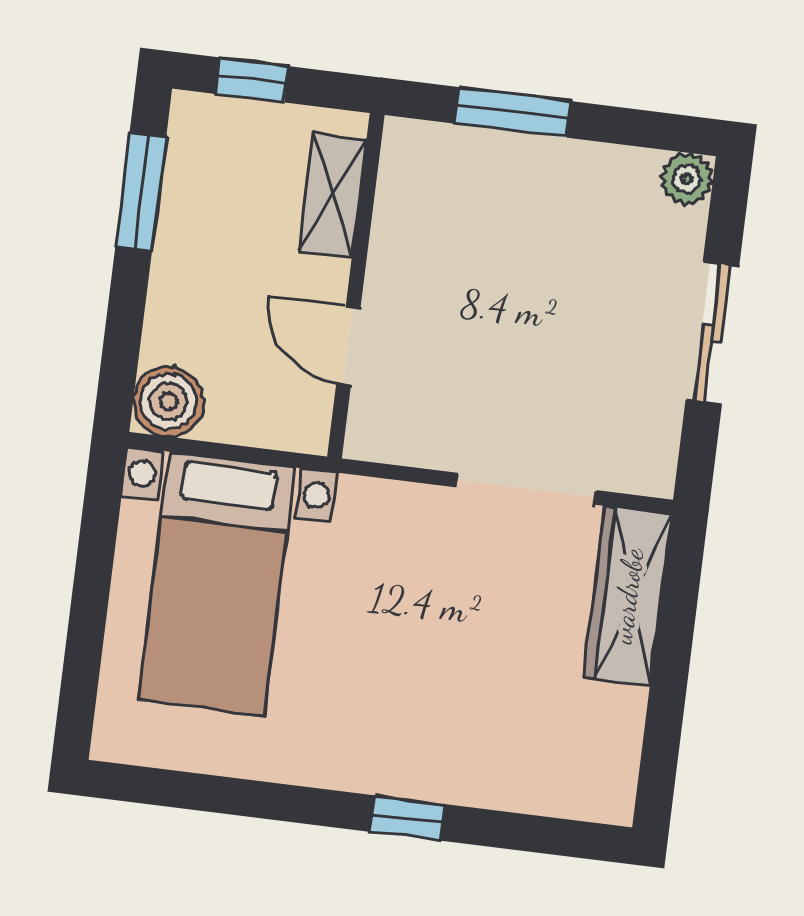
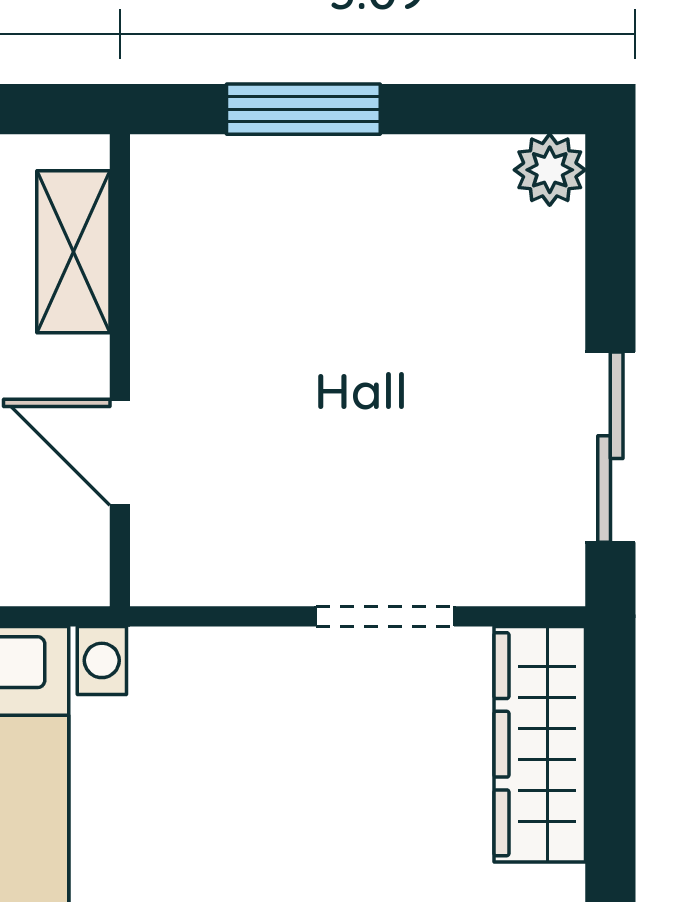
sliding door: (712, 333) -> (610, 447), moved
doorway: (526, 489) -> (385, 616), width x0.73

